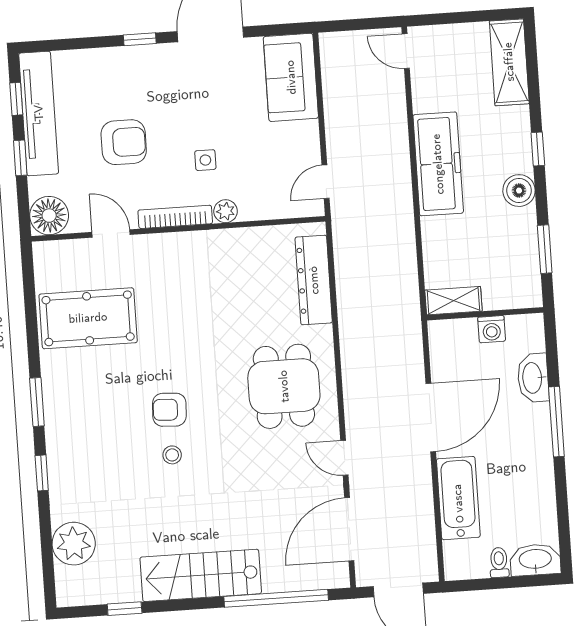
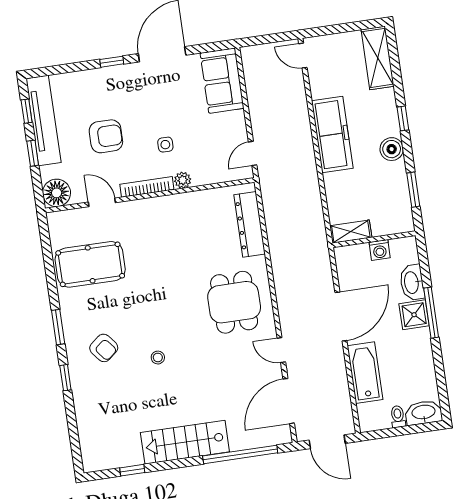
armchair: (169, 410) -> (104, 348), moved, turned -132
shower: (532, 423) -> (414, 315), added
plant: (74, 544) -> (92, 426), removed

